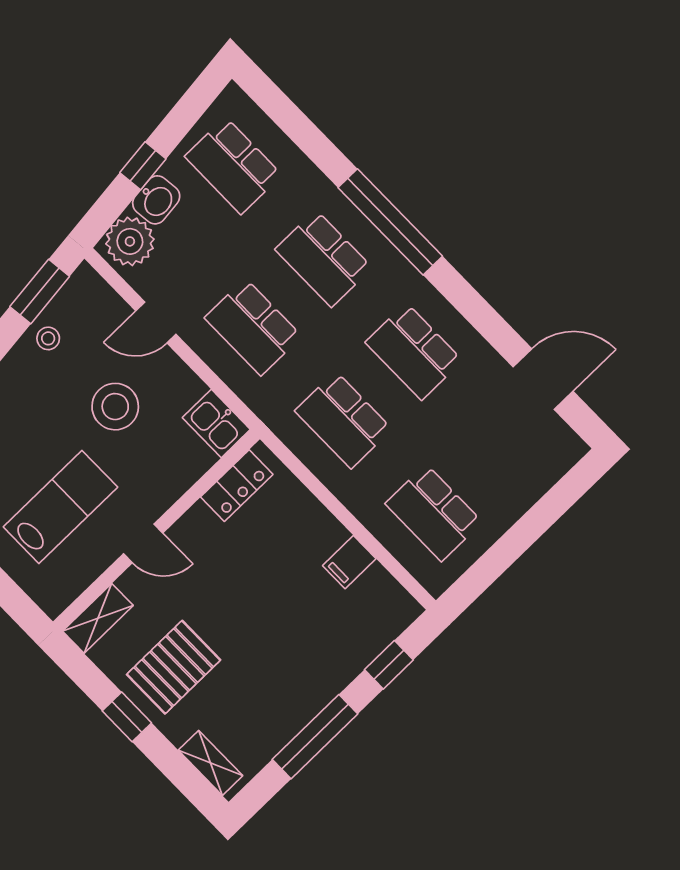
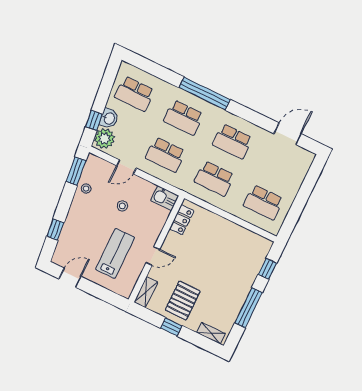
window: (143, 166) -> (94, 120), moved
stool: (115, 407) -> (122, 206), width x0.53, depth x0.53
filing cabinet: (349, 562) -> (237, 234), removed

